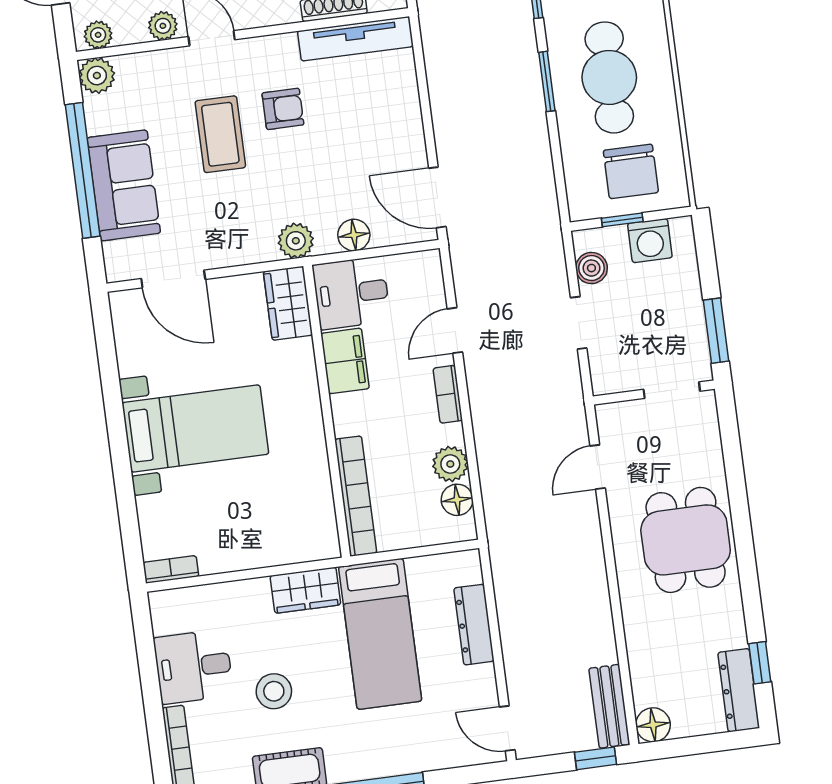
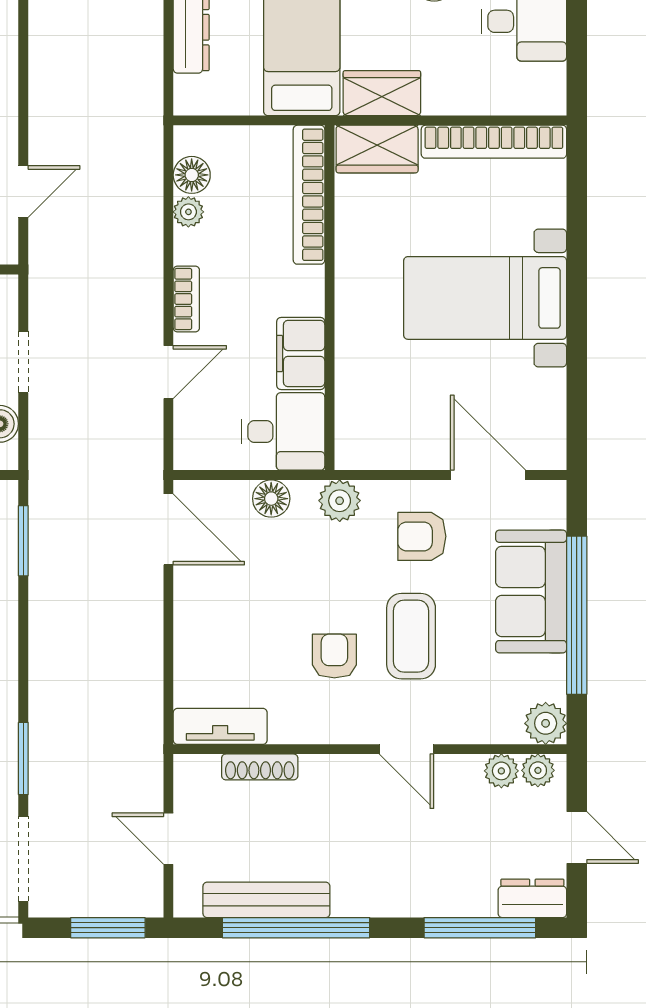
plant: (163, 26) -> (501, 771), moved
tv unit: (355, 39) -> (220, 726), width x0.71
window: (547, 81) -> (23, 541), moved
armchair: (283, 109) -> (334, 656), turned 90
armchair: (222, 220) -> (422, 536), added
wardrobe: (288, 303) -> (377, 149), moved, turned 90
plant: (450, 464) -> (188, 212), width x0.73, depth x0.73
bookcase: (171, 569) -> (494, 142), width x2.31, depth x1.31

